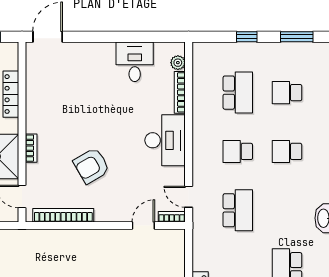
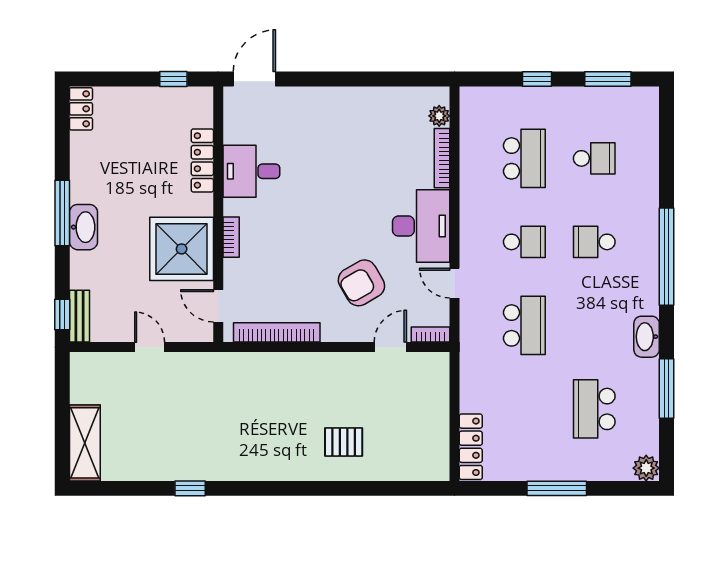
desk: (135, 62) -> (251, 171), moved, turned -90
school desk: (287, 93) -> (594, 158), turned 180
school desk: (238, 151) -> (524, 242), turned 180
armchair: (91, 166) -> (361, 283), moved
door: (189, 197) -> (455, 283), moved

